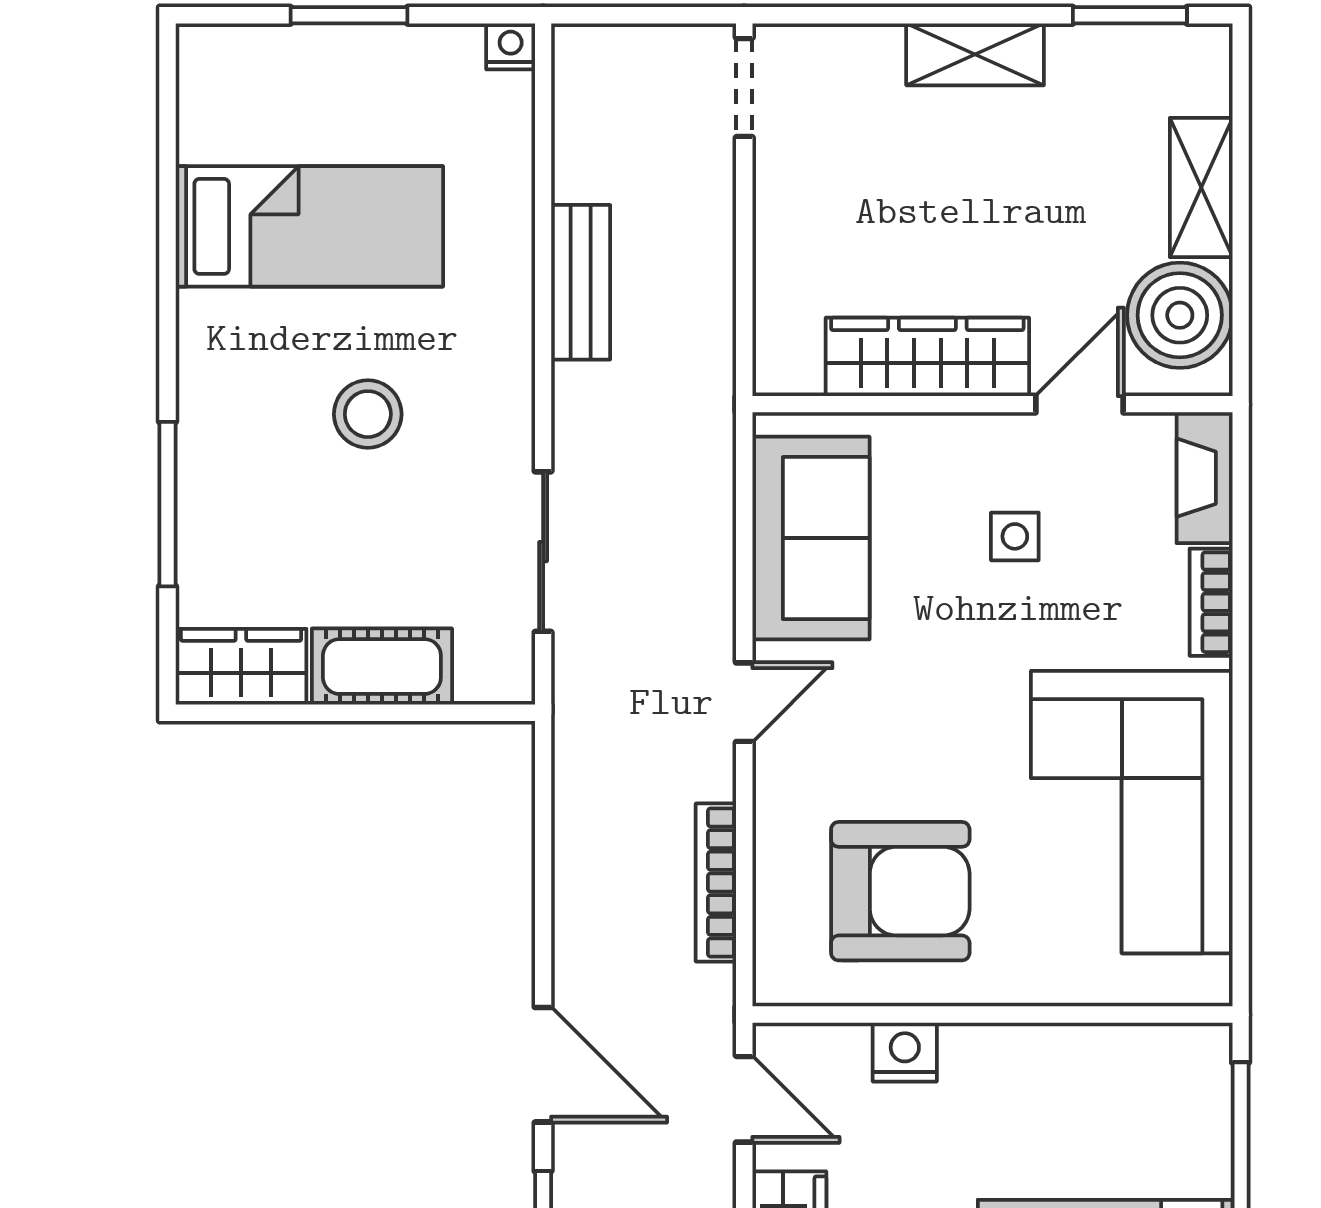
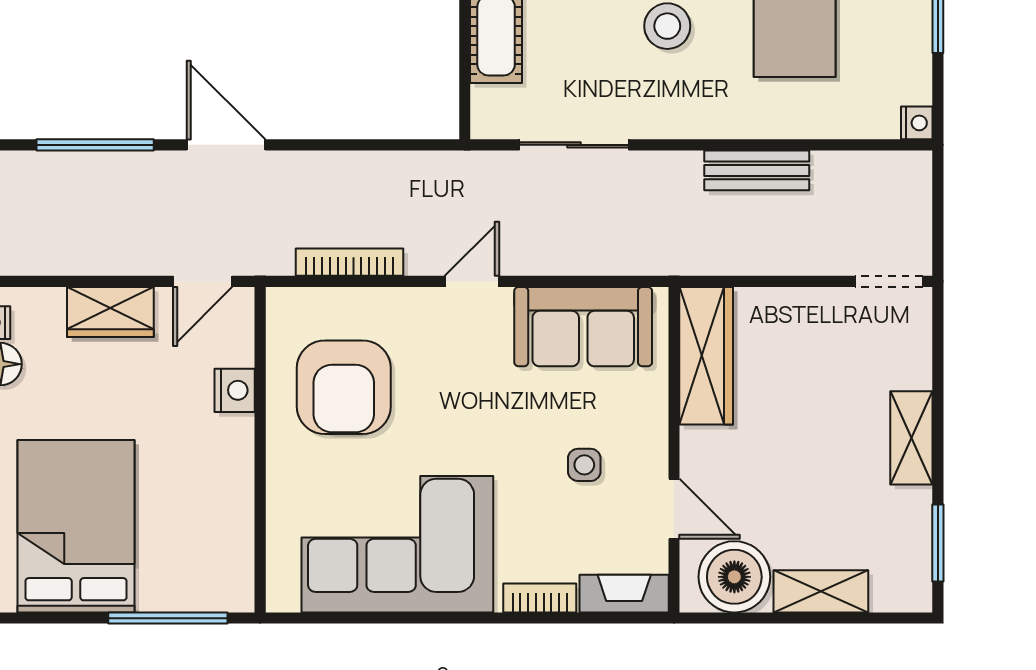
wardrobe: (927, 357) -> (706, 356), moved
door: (744, 702) -> (472, 281), swing flipped
door: (543, 1065) -> (226, 145), swing flipped

